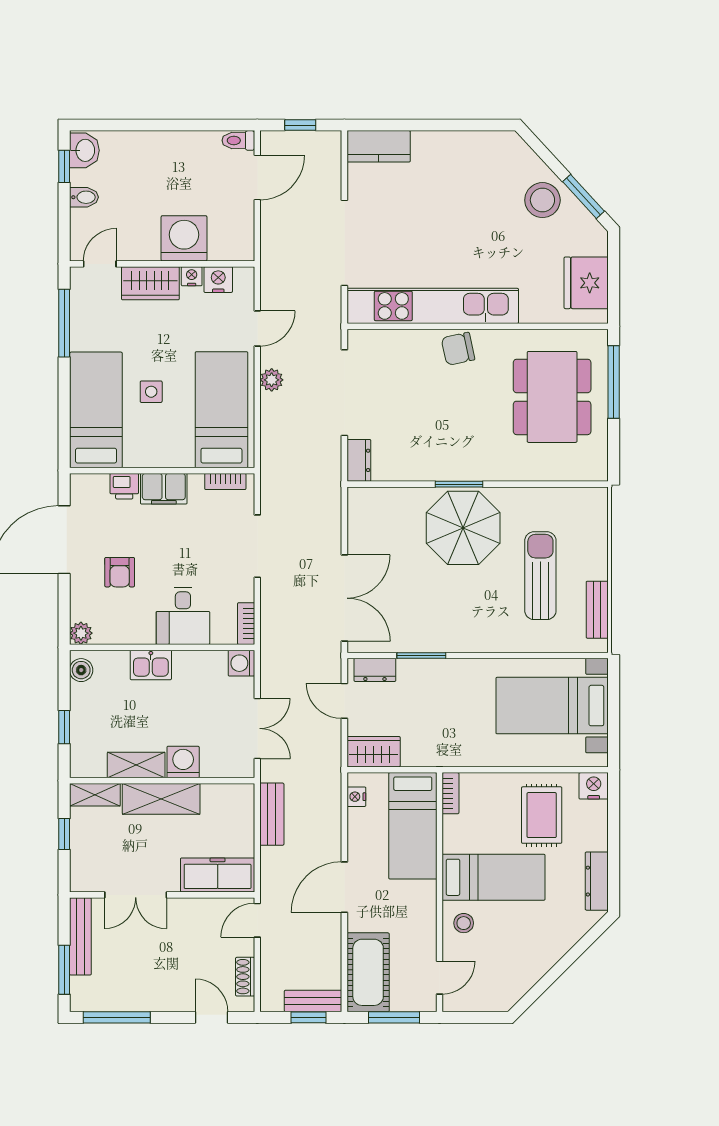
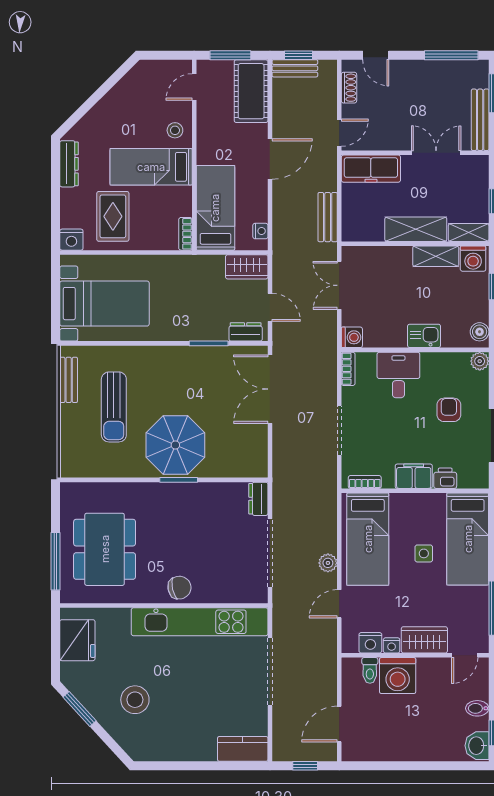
toilet: (238, 140) -> (370, 670), moved, turned 90
stool: (542, 200) -> (135, 700), moved
washing machine: (183, 762) -> (473, 259), moved

